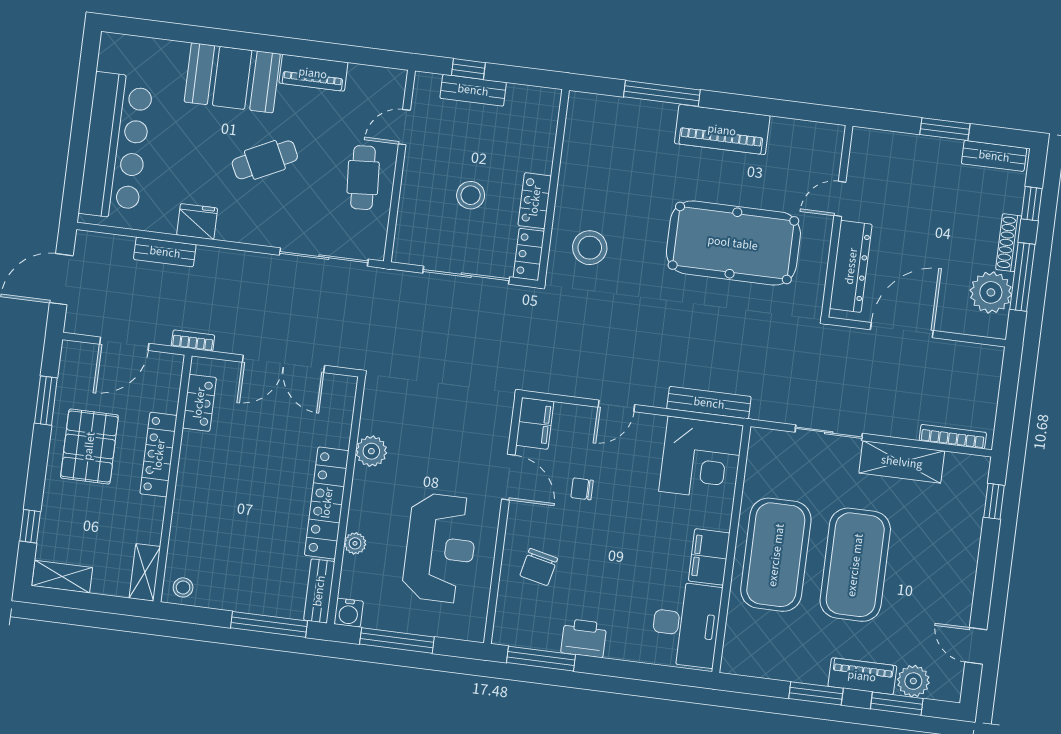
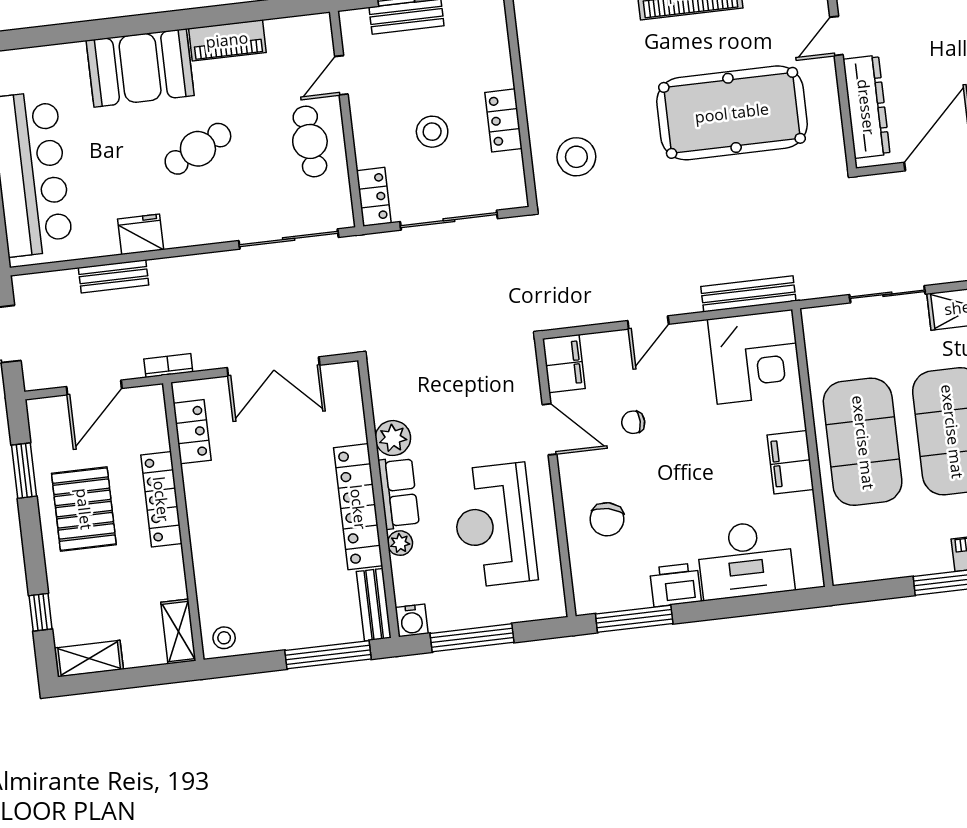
locker: (529, 254) -> (374, 197), moved, turned 180
row of seats: (365, 500) -> (399, 493), added
reception desk: (440, 548) -> (494, 525), turned 180
desk: (686, 624) -> (745, 560), moved, turned 90

